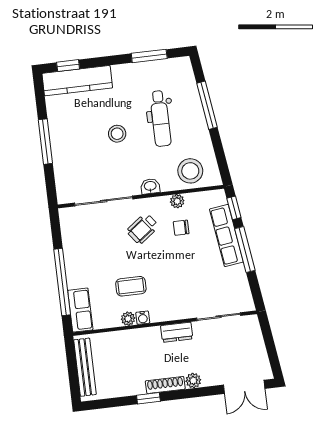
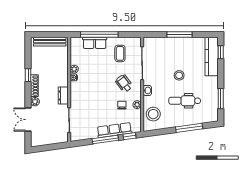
coffee table: (131, 286) -> (120, 53), moved
row of seats: (80, 310) -> (95, 43), moved
double door: (244, 387) -> (28, 120), moved

